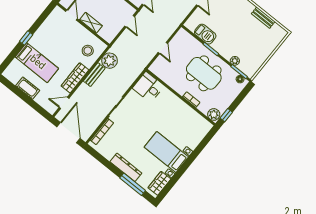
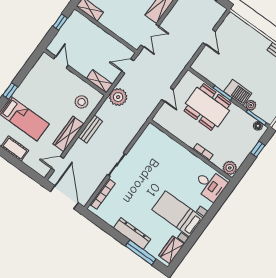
door: (130, 21) -> (128, 66), swing flipped
shelving: (91, 23) -> (100, 81), moved
barbecue: (205, 34) -> (238, 92), moved
plant: (110, 61) -> (118, 97), moved
dining table: (204, 73) -> (207, 107), moved
desk: (148, 87) -> (210, 185), moved, turned 180
window: (226, 115) -> (258, 149), moved

